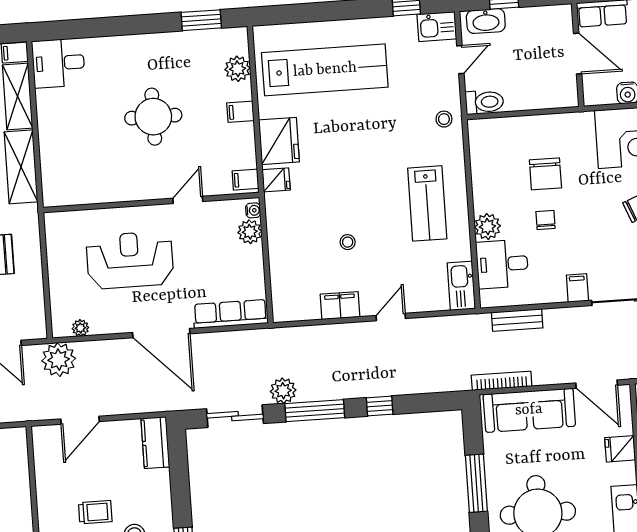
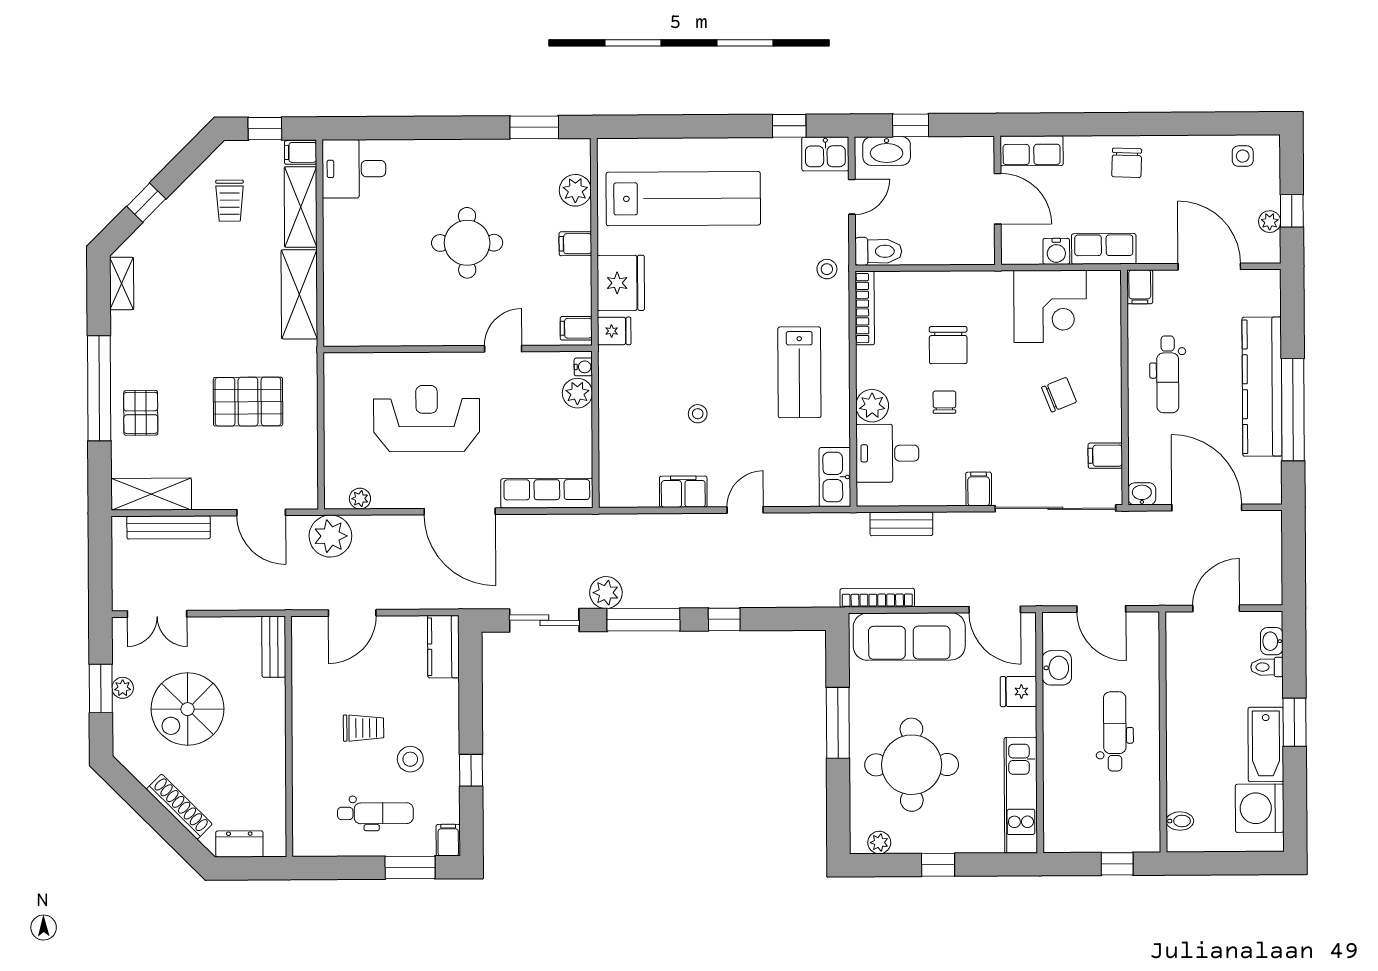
bookcase: (476, 148) -> (865, 308), added
bench: (19, 452) -> (274, 647), added

